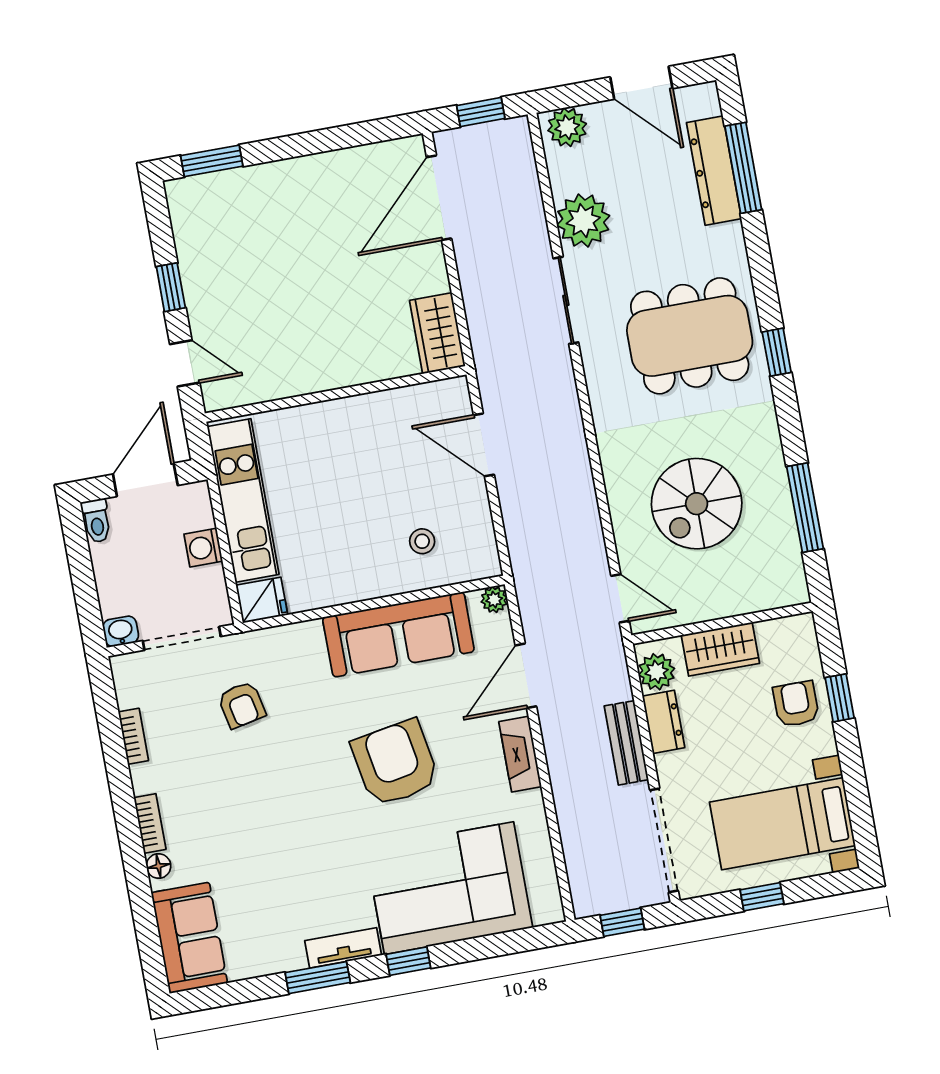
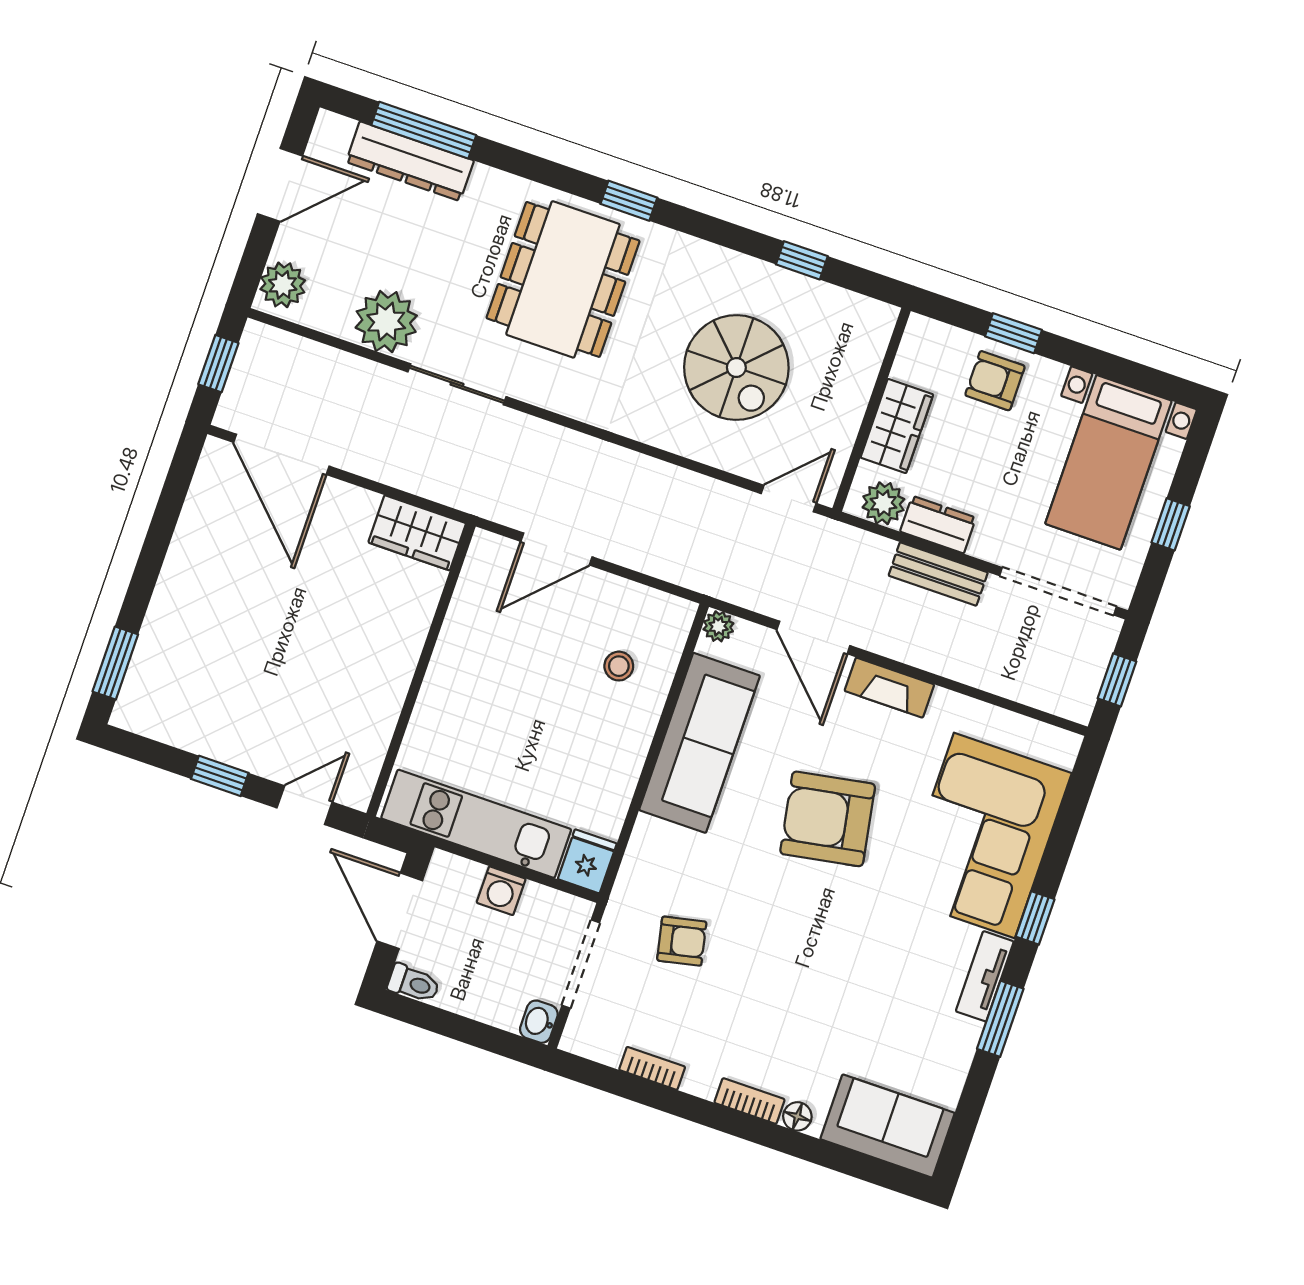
window: (805, 508) -> (802, 260), width x0.46

